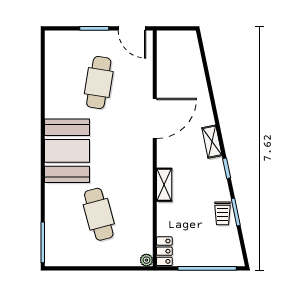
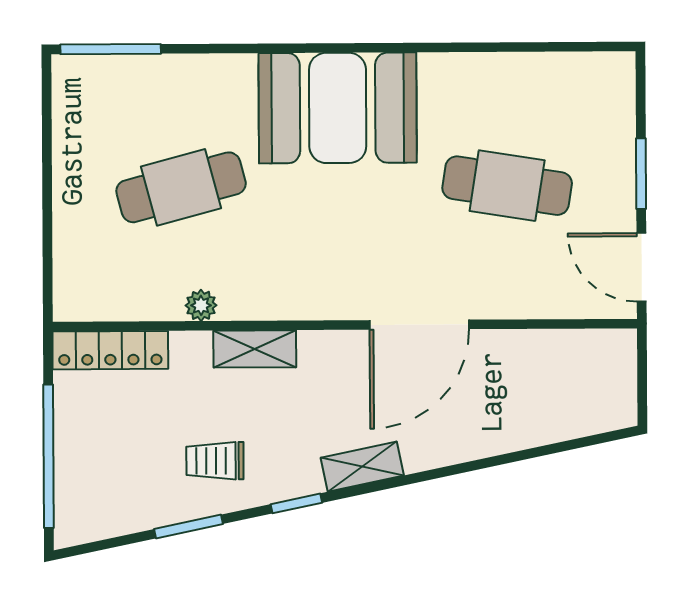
door: (132, 28) -> (641, 267), hinge flipped
door: (155, 118) -> (419, 325), hinge flipped
trolley: (222, 213) -> (215, 461), moved
locker: (164, 251) -> (110, 350), width x1.53
plant: (146, 260) -> (201, 305), moved

